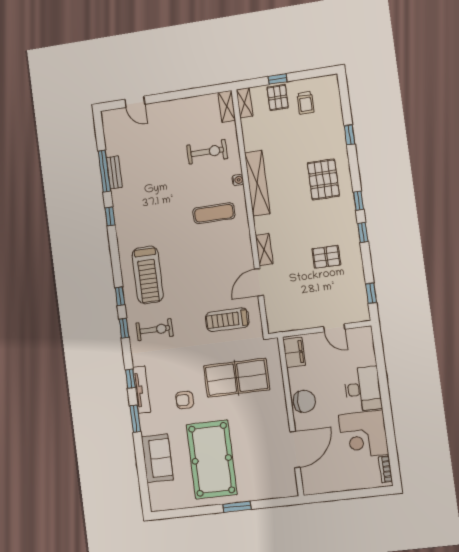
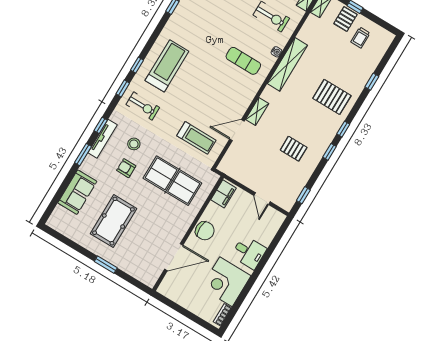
pallet: (323, 179) -> (332, 97), turned 90
treadmill: (148, 275) -> (167, 66), turned 180
treadmill: (227, 320) -> (196, 138), turned 180
stool: (174, 372) -> (134, 144), added
desk: (363, 389) -> (249, 252), width x0.73
pool table: (212, 459) -> (113, 221), width x0.73, depth x0.76

